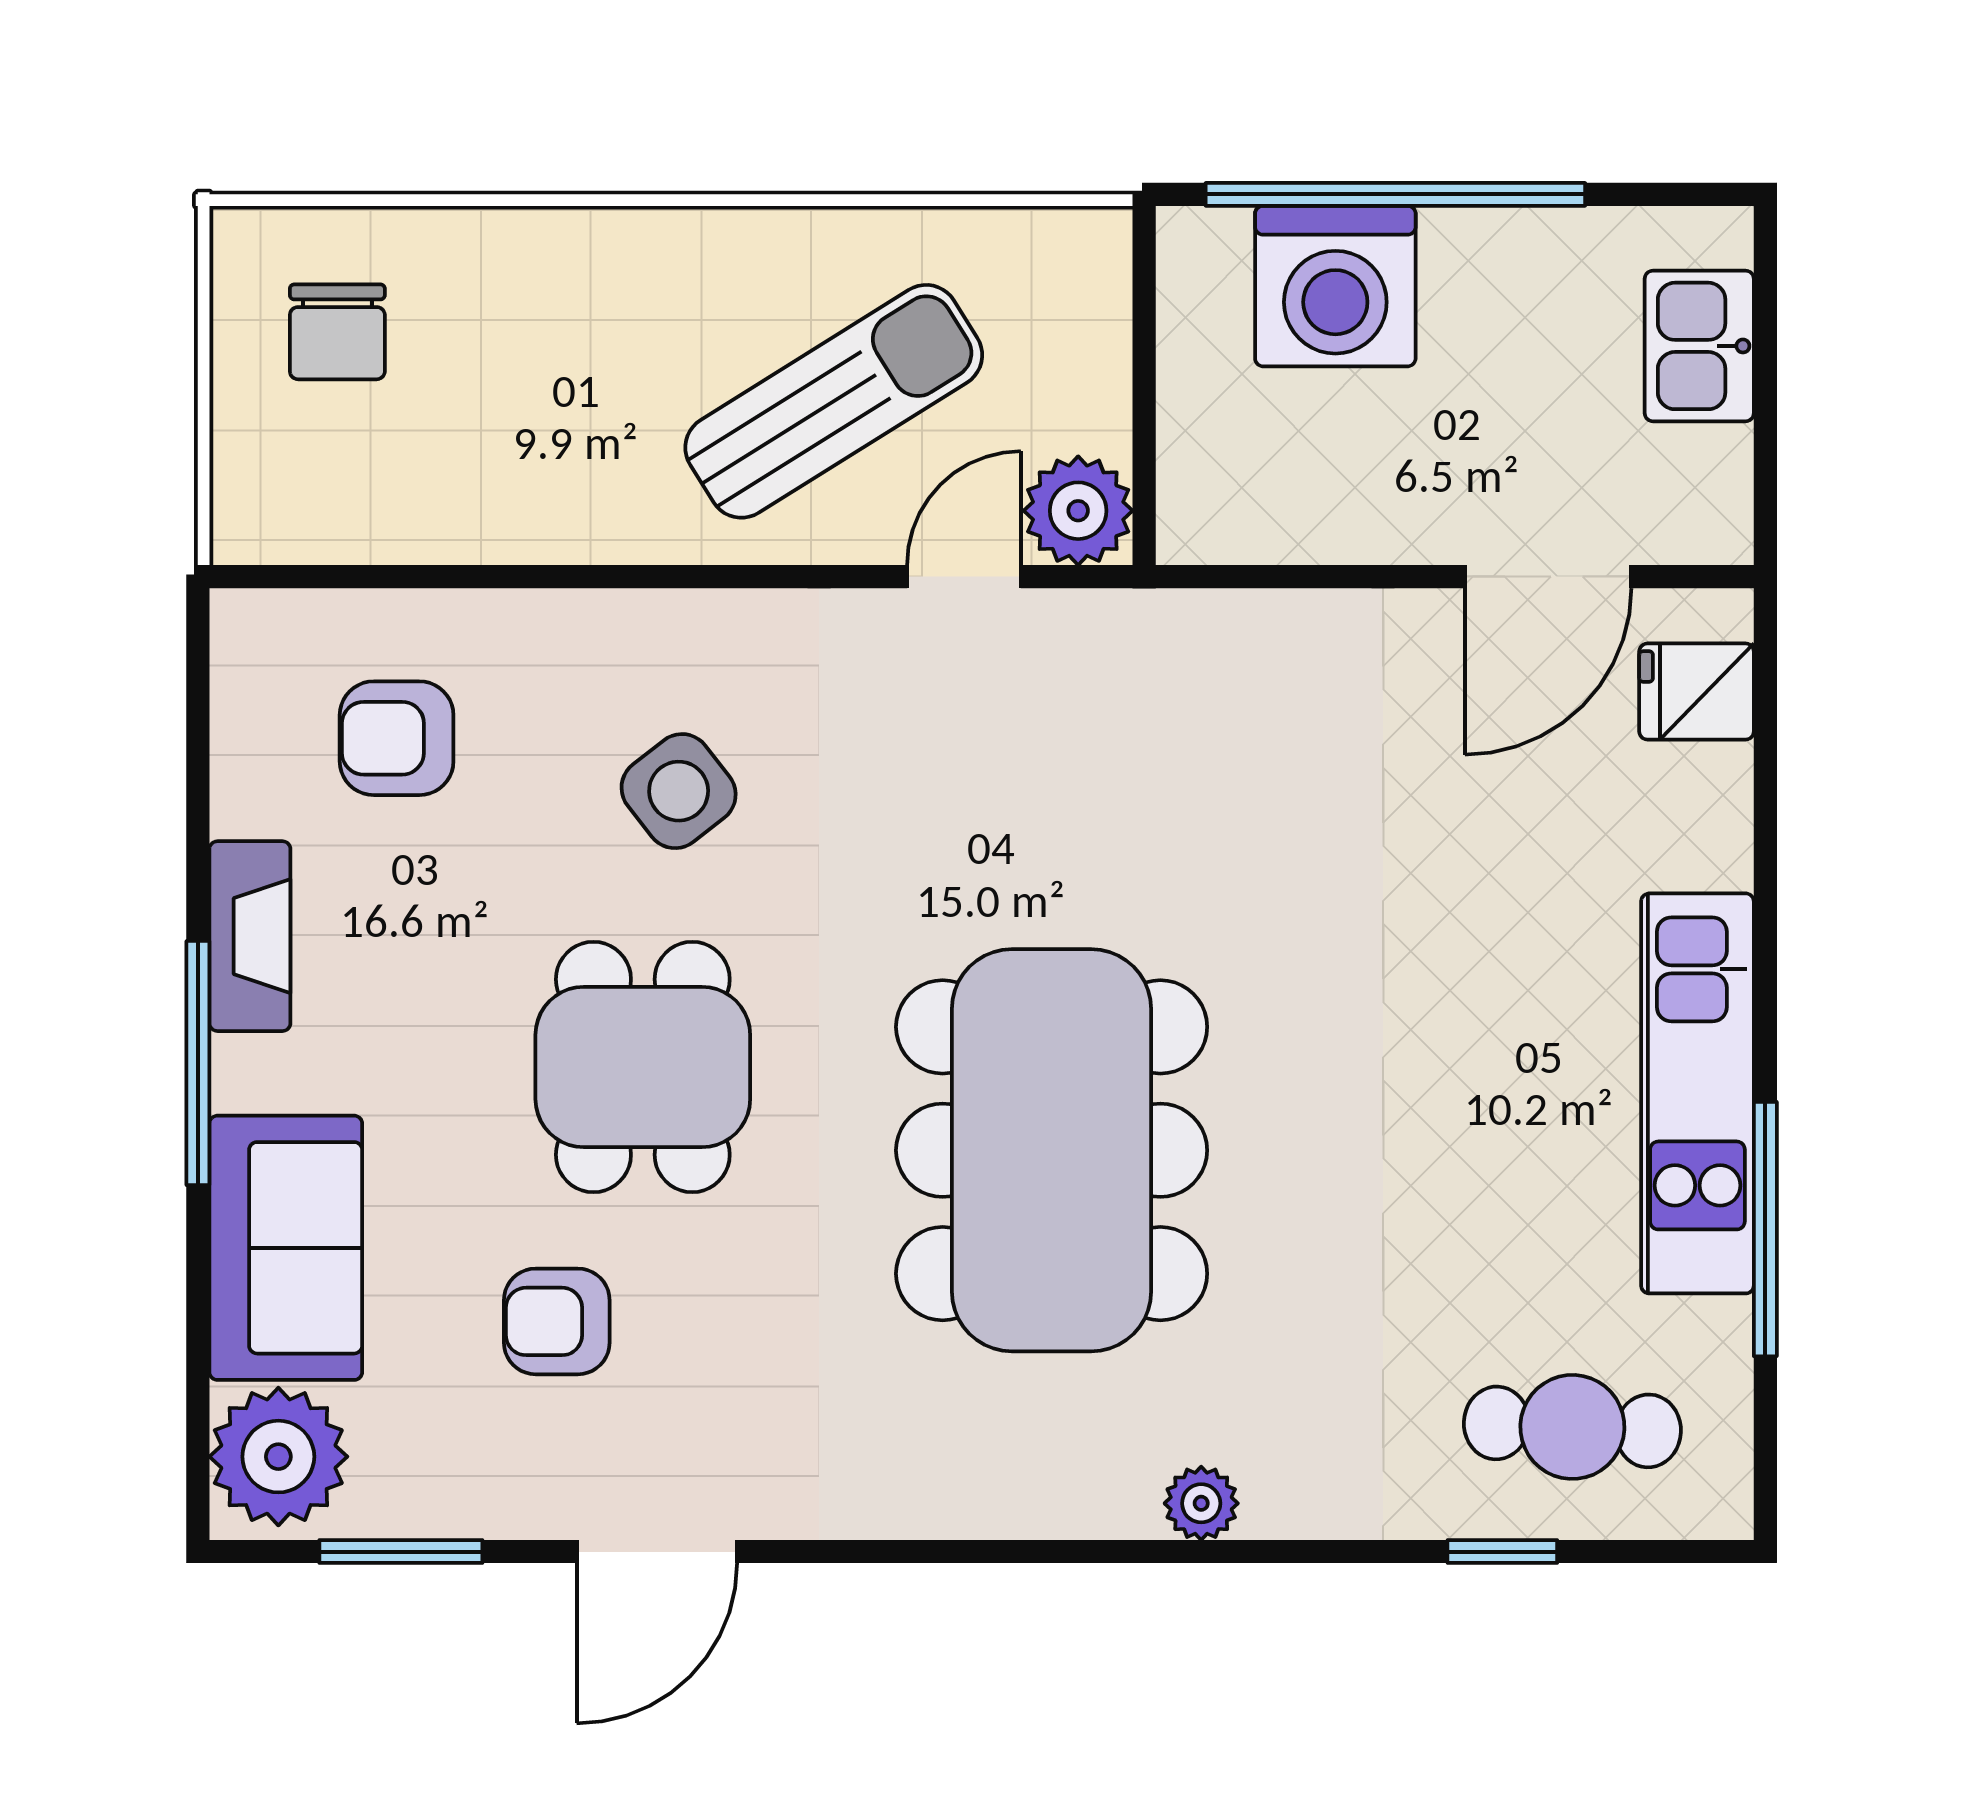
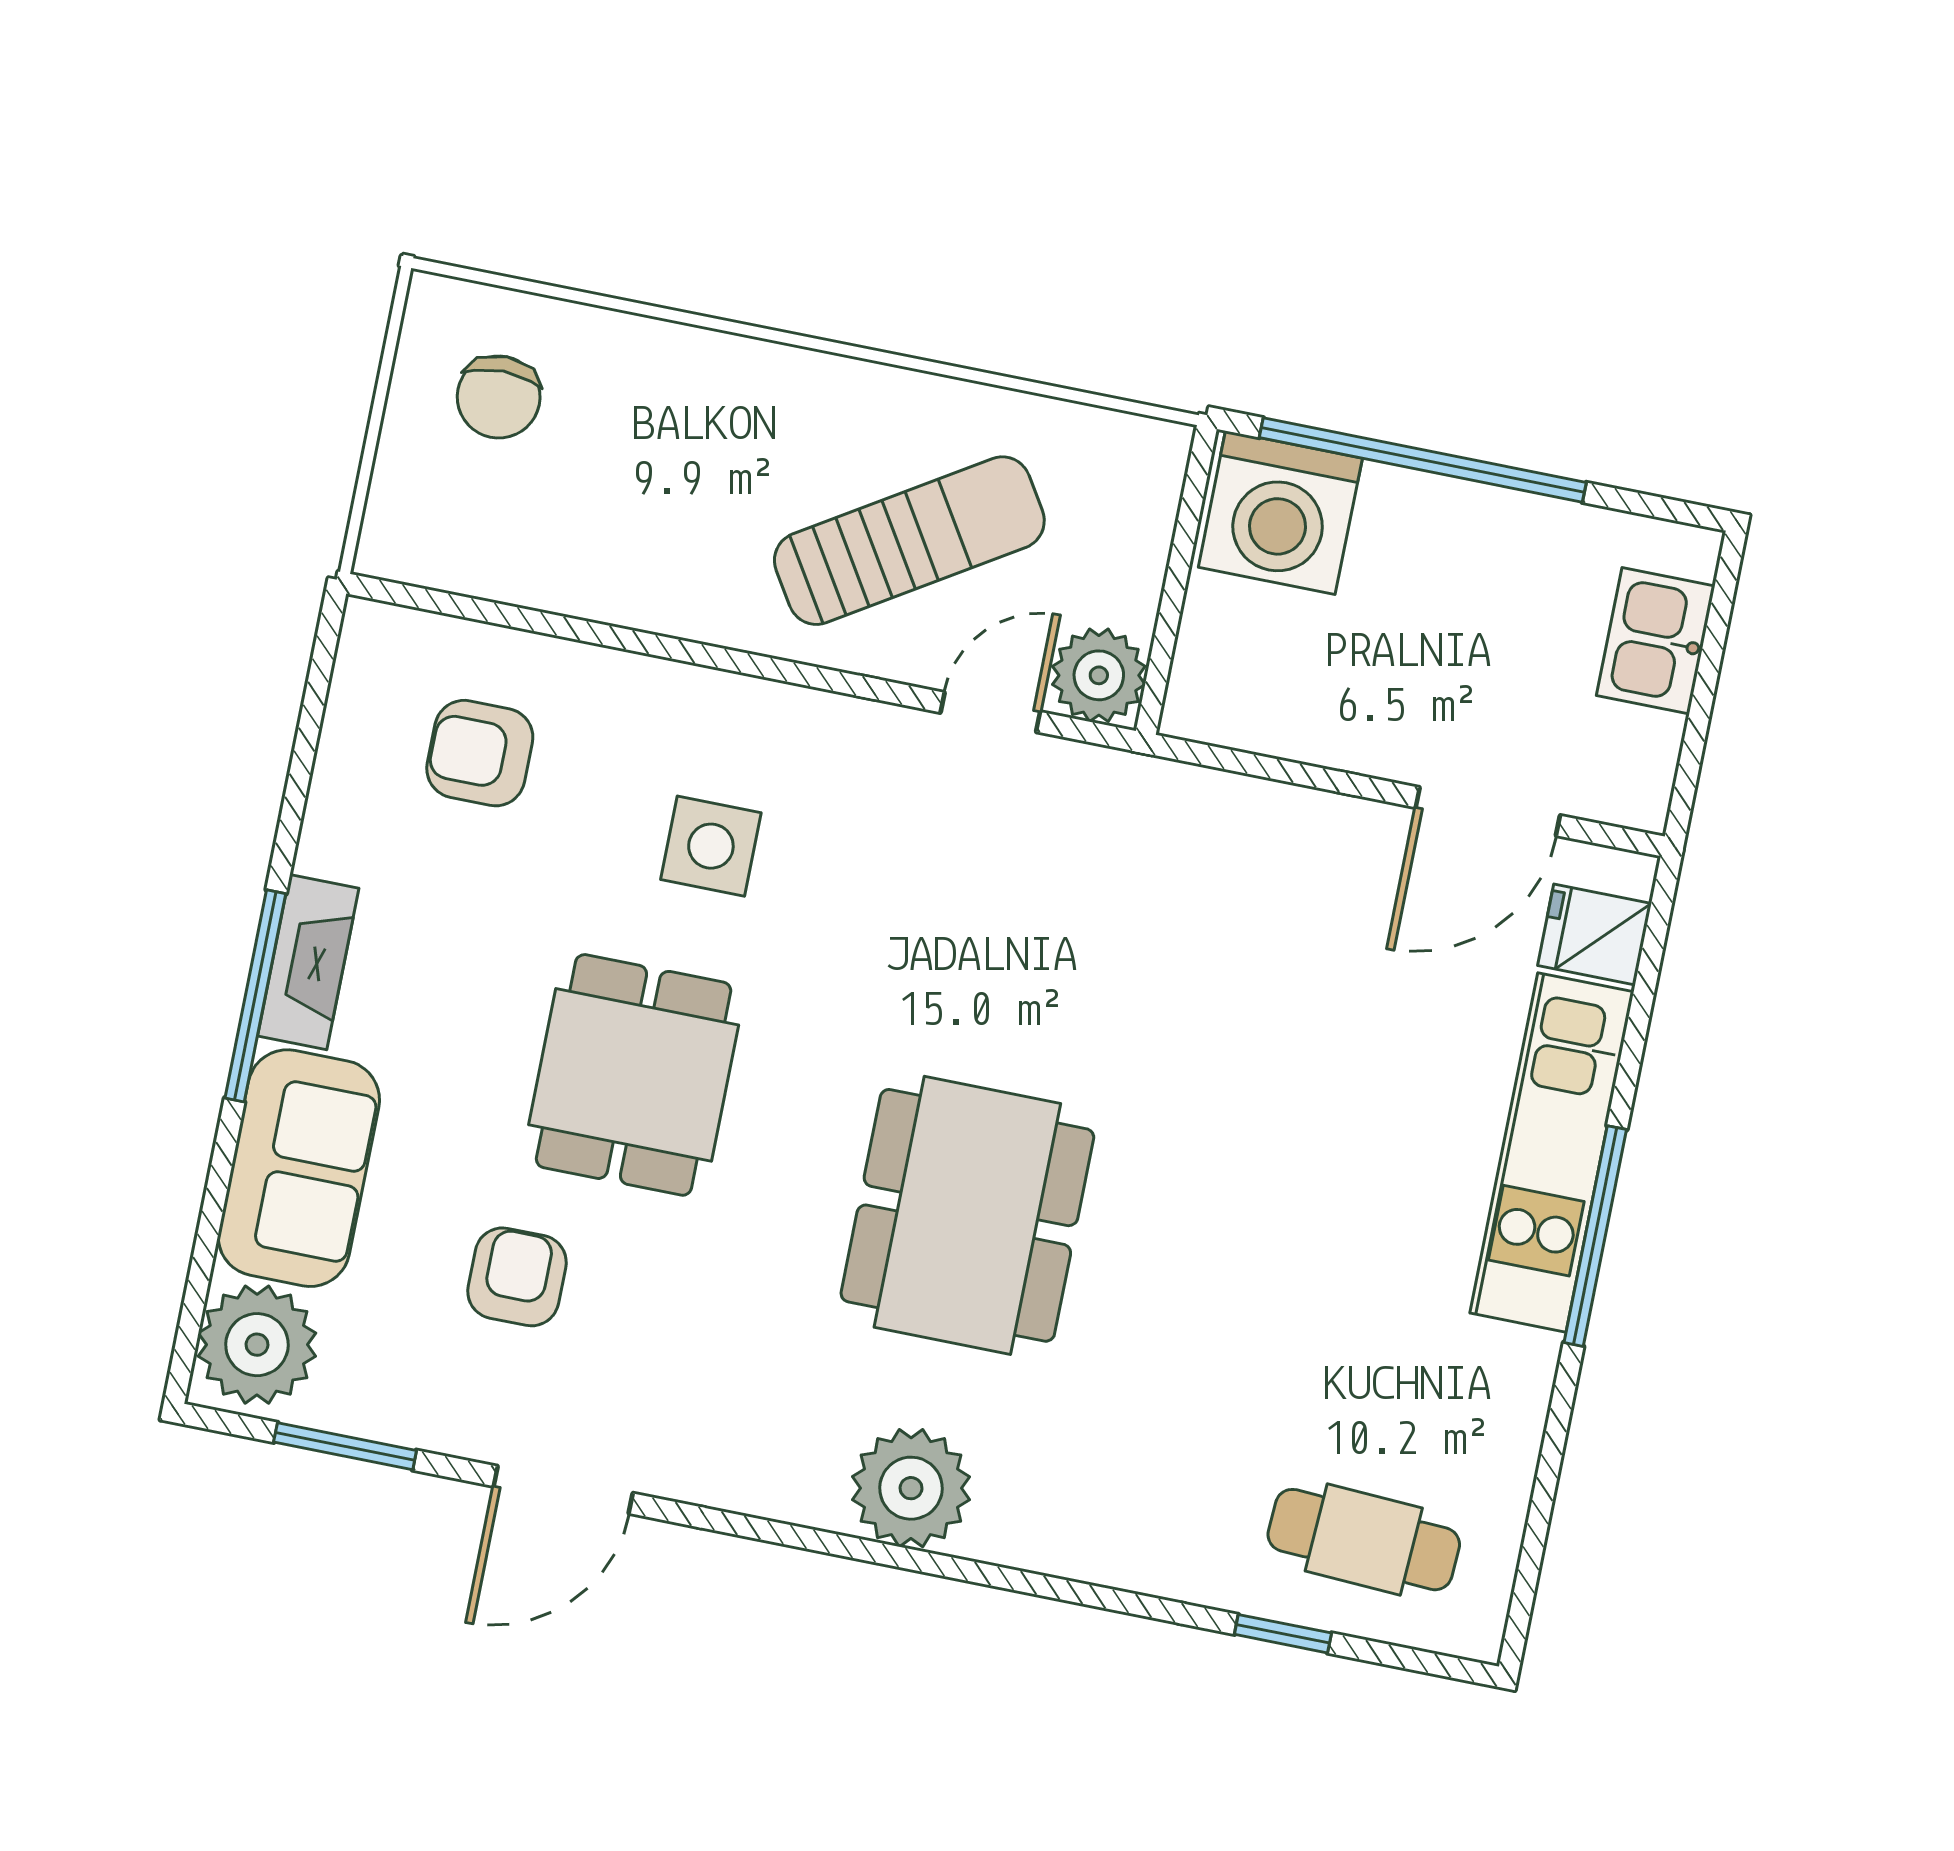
washing machine: (1335, 286) -> (1280, 513), moved
side table: (679, 791) -> (711, 846), turned 38
fireplace: (250, 936) -> (308, 962), moved
kitchen unit: (1697, 1093) -> (1552, 1152), moved
dining table: (1052, 1150) -> (967, 1215), width x0.73, depth x0.80
window: (1765, 1229) -> (1595, 1236), moved
armchair: (557, 1321) -> (517, 1277), turned 90
plant: (1201, 1503) -> (911, 1488), moved, width x1.88, depth x1.88

